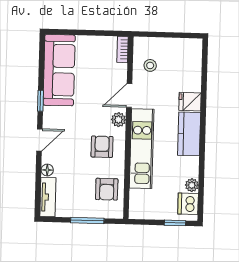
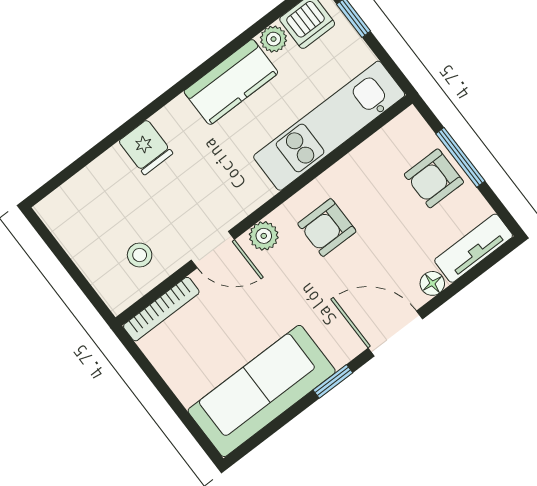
bookcase: (123, 49) -> (161, 309), width x1.56
kitchen counter: (189, 134) -> (231, 82), moved
door: (39, 140) -> (395, 334), width x1.38
kitchen unit: (142, 149) -> (329, 126), moved
armchair: (107, 189) -> (434, 178), moved, turned 180

